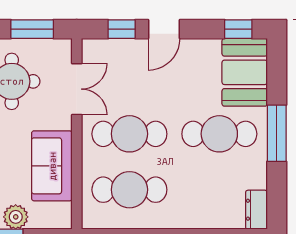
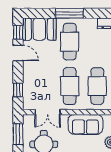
door: (164, 29) -> (18, 53), moved
double door: (77, 89) -> (48, 112), swing flipped

